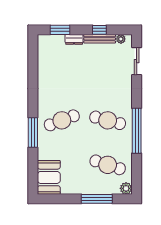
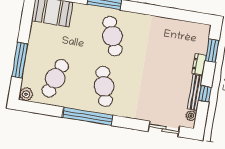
cafe table: (108, 120) -> (104, 86), turned -30

